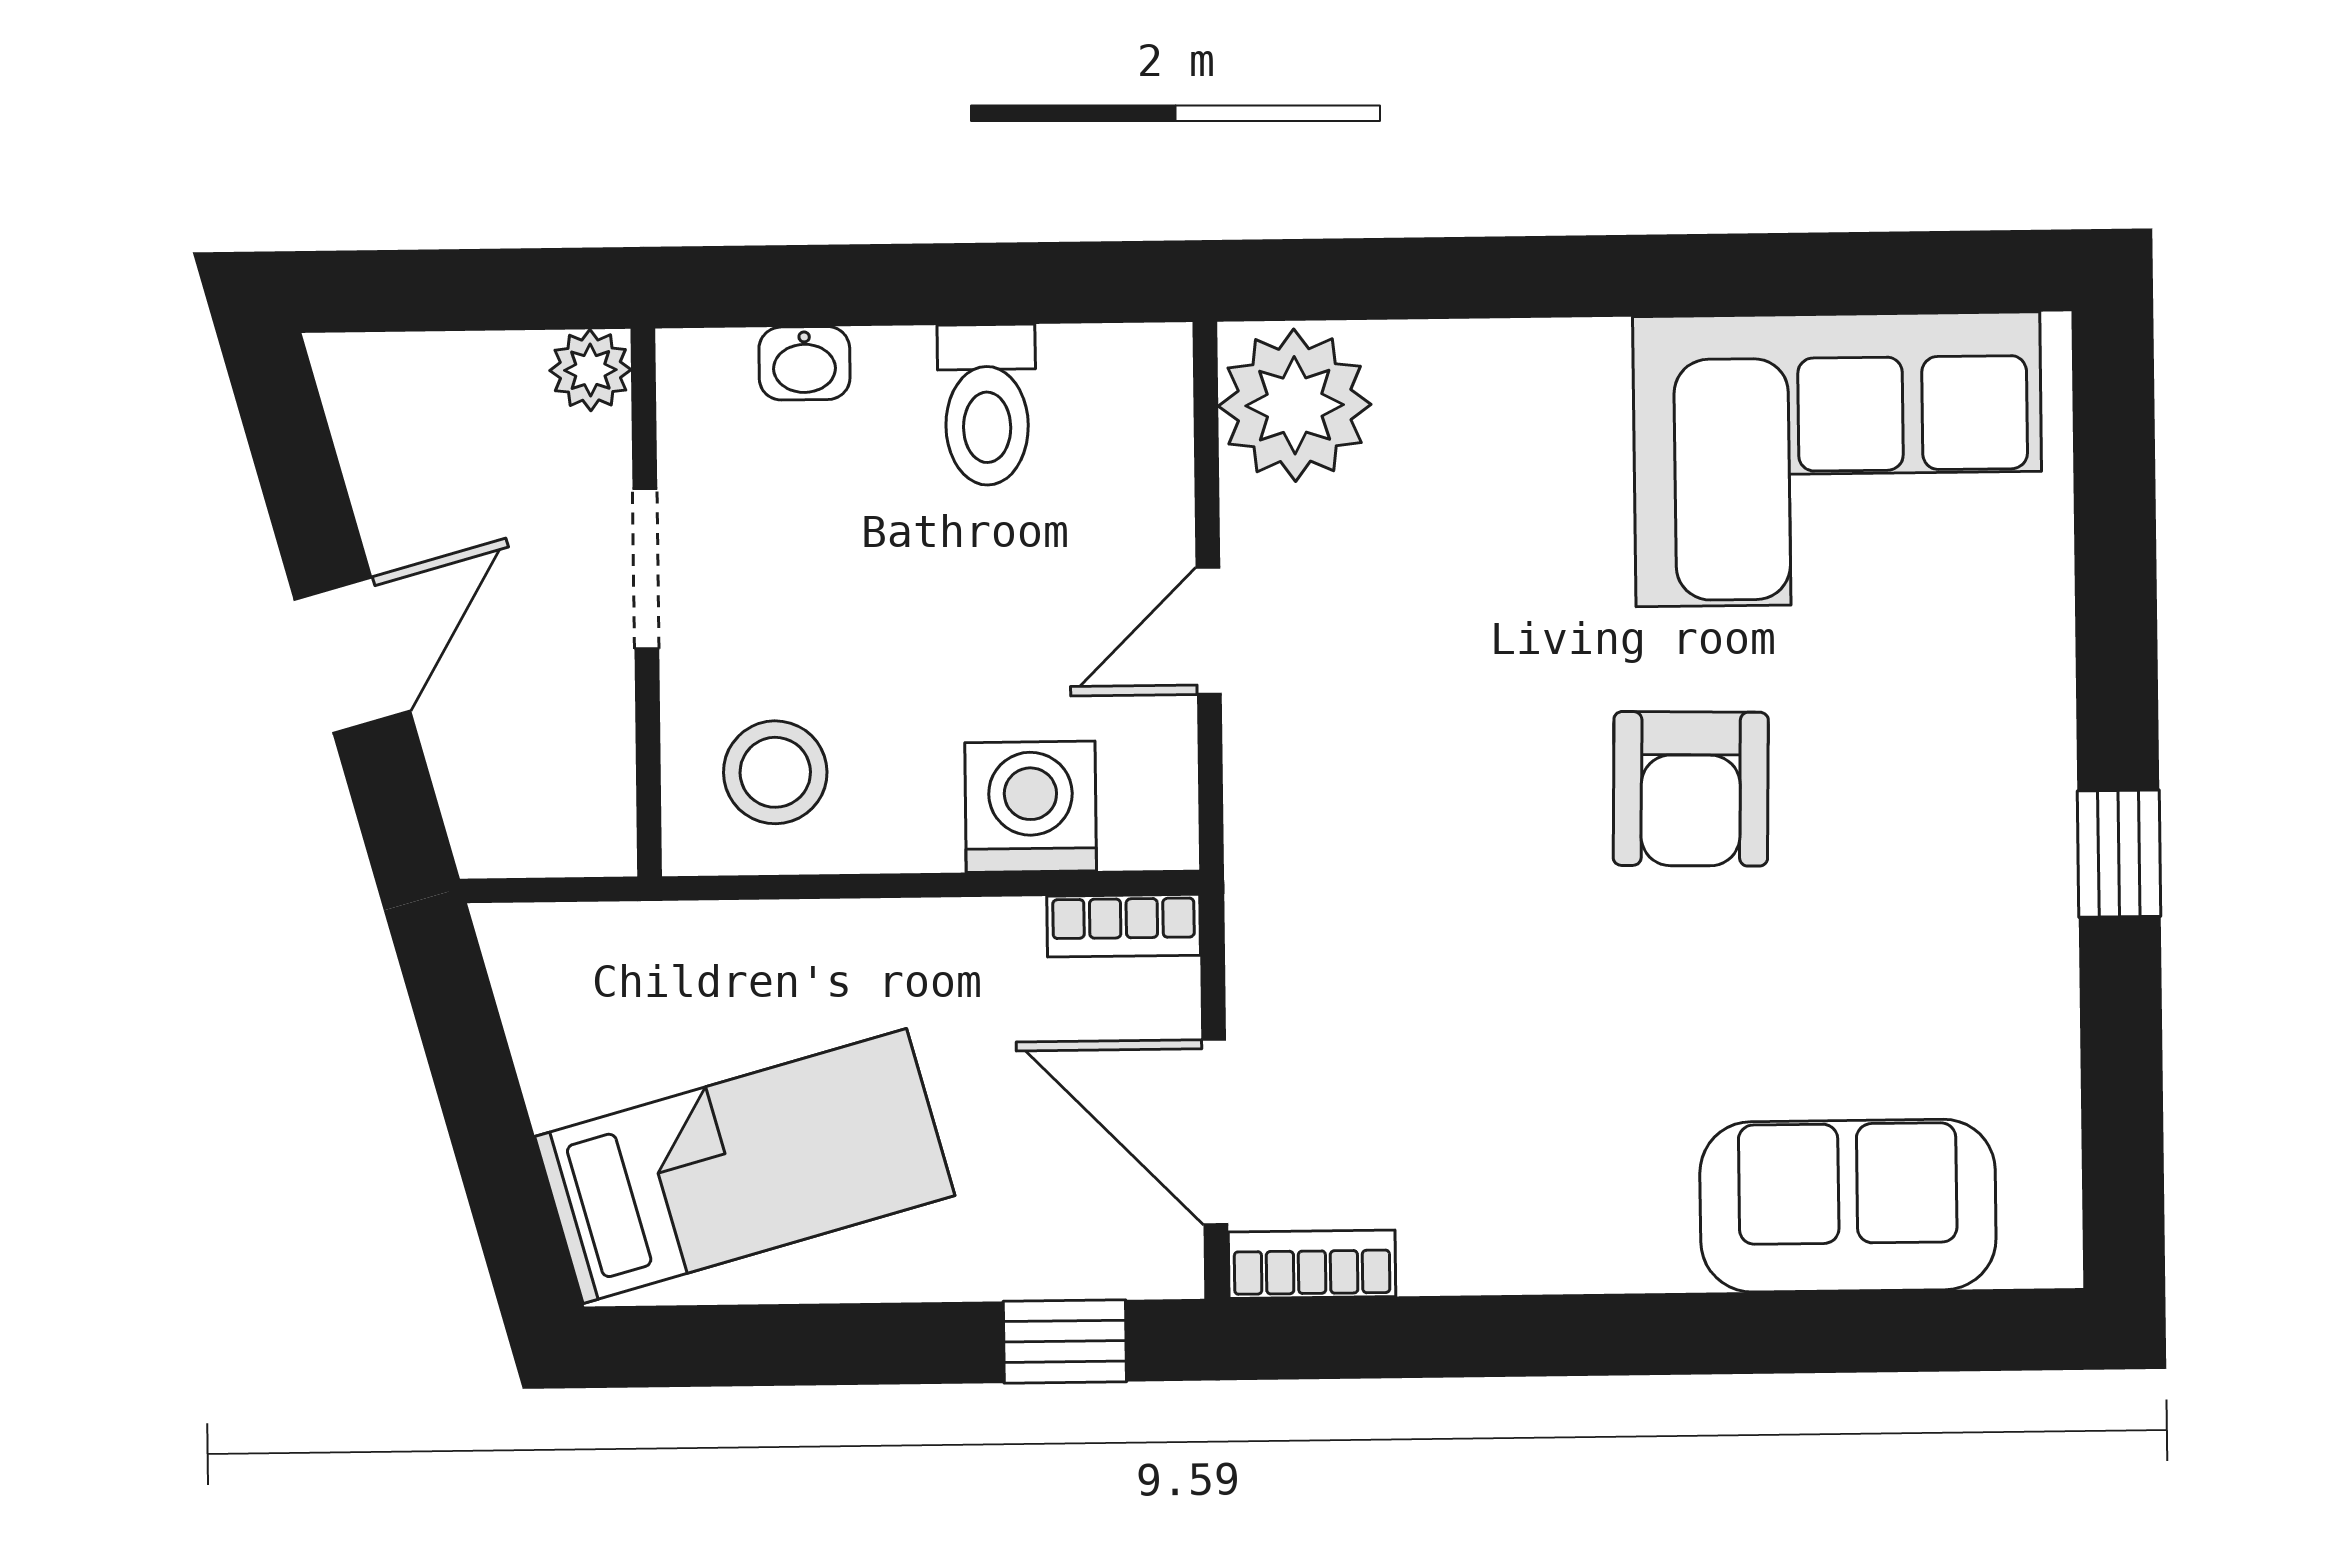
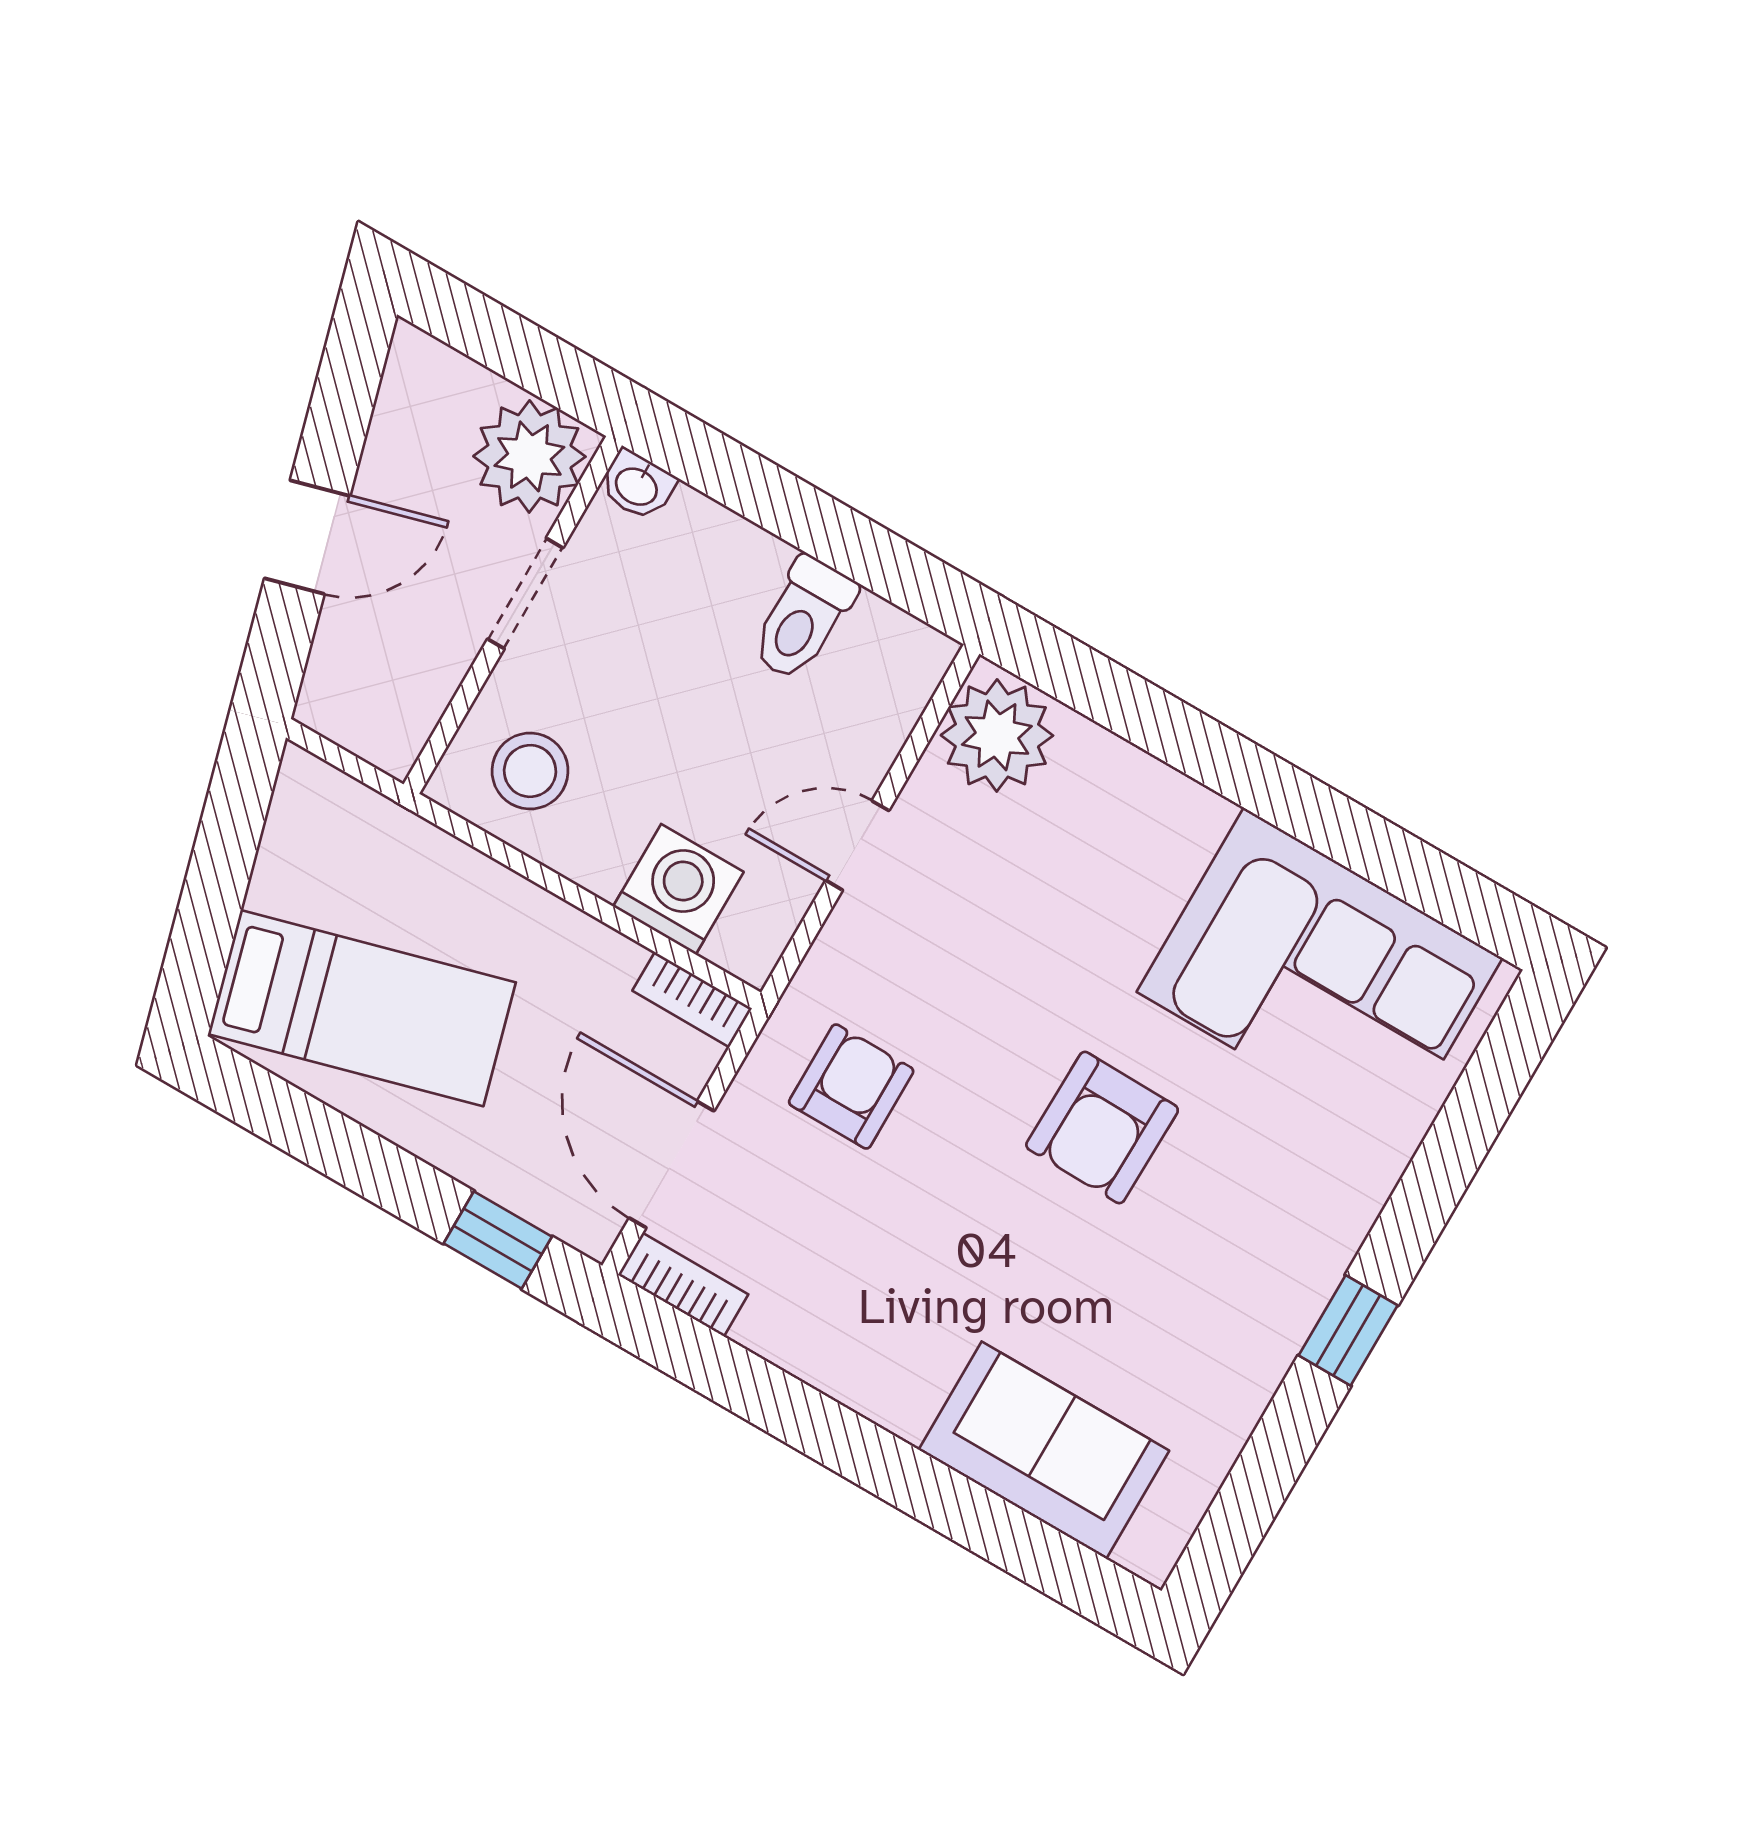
washbasin: (804, 363) -> (637, 485), moved
plant: (590, 370) -> (529, 456), width x1.88, depth x1.88
armchair: (1370, 916) -> (851, 1087), added

